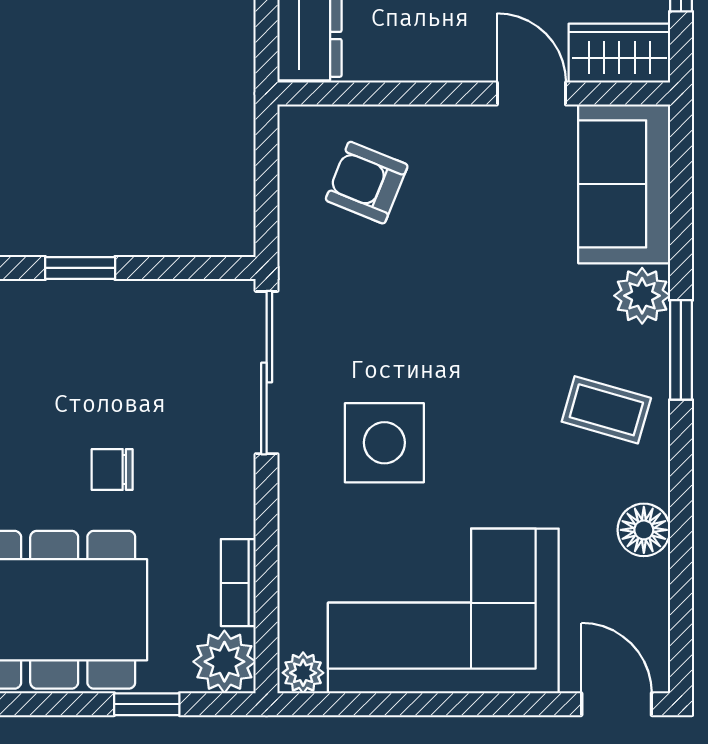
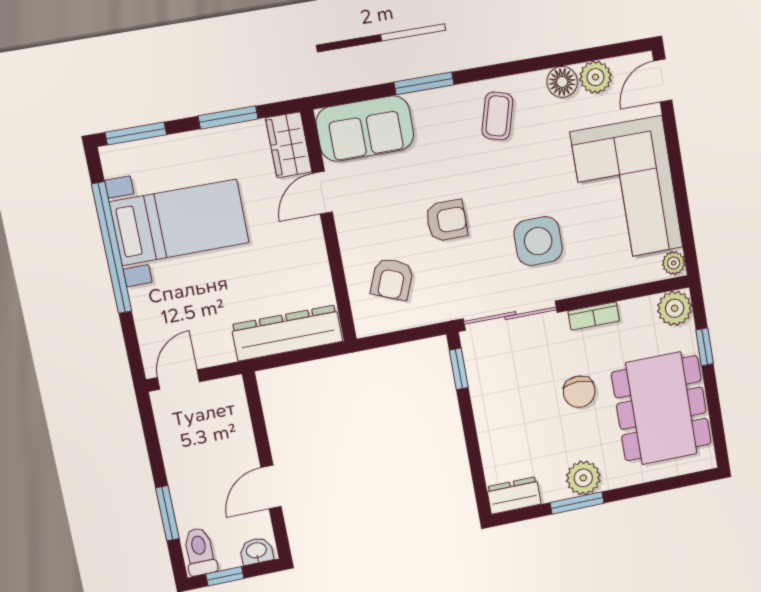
window: (80, 268) -> (459, 369), moved
armchair: (448, 292) -> (447, 220), added
plant: (642, 296) -> (595, 77), moved
window: (681, 350) -> (424, 83), moved
chair: (112, 469) -> (579, 392), width x1.37, depth x1.37
bookcase: (238, 583) -> (594, 316), moved

